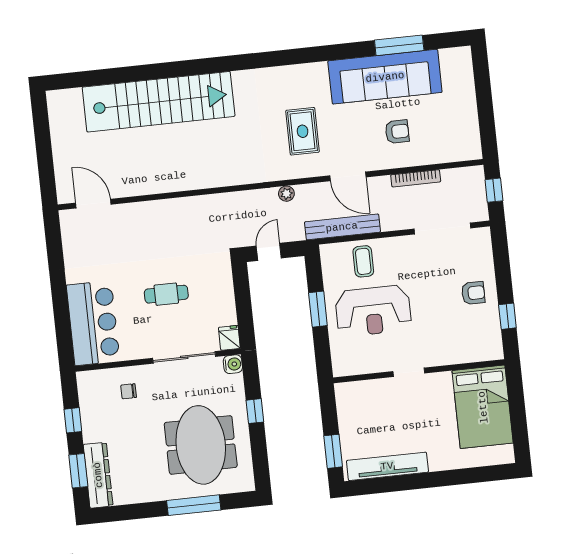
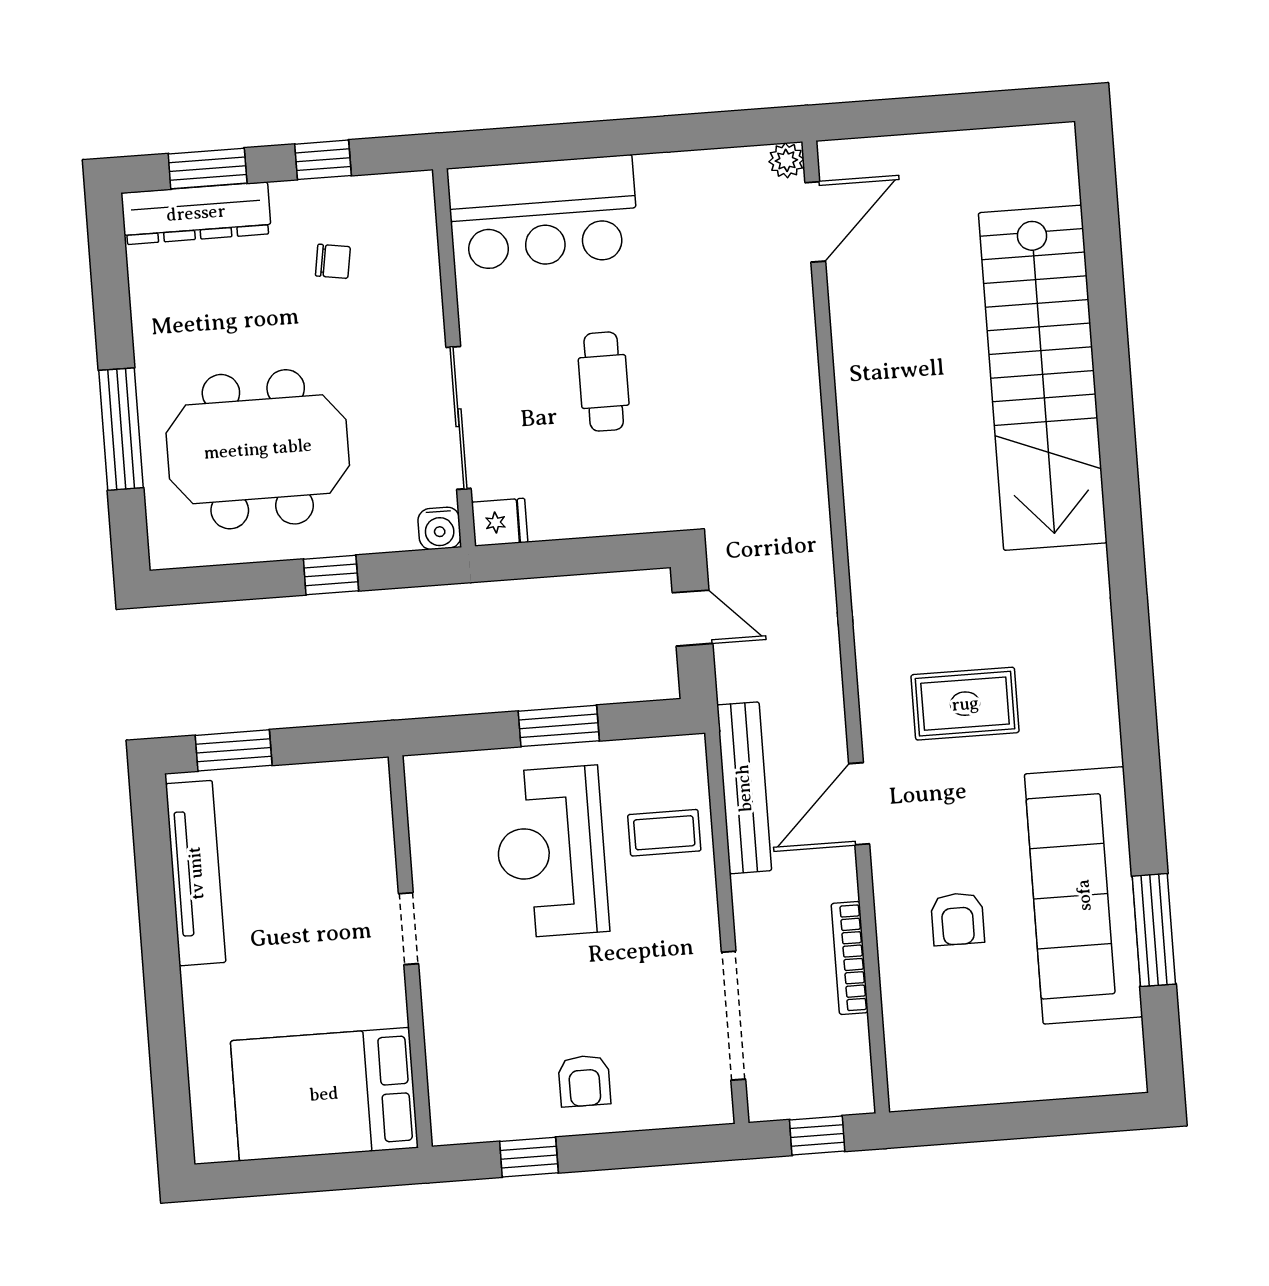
plant: (286, 194) -> (786, 160), moved
chair: (129, 391) -> (333, 261), moved, turned 99

